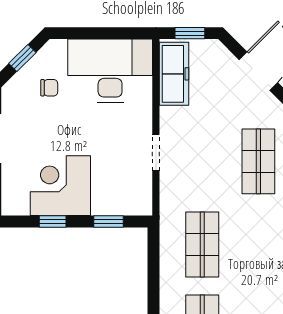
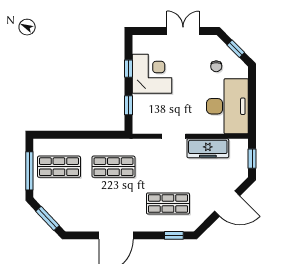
freezer: (174, 74) -> (208, 148), moved

